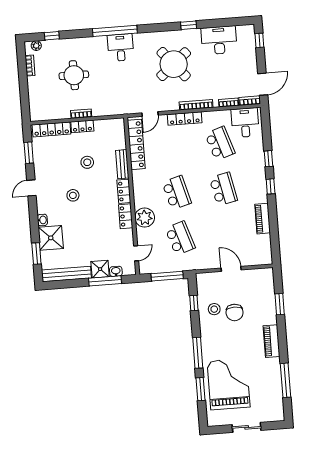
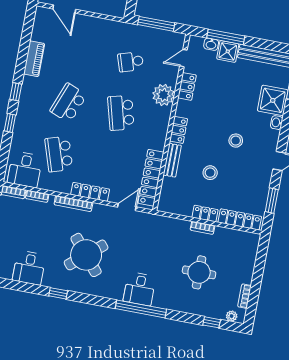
desk: (219, 40) -> (29, 268), width x0.73
school desk: (223, 189) -> (68, 103), turned 33
locker: (126, 216) -> (187, 86), moved
school desk: (180, 238) -> (131, 62), width x0.54
door: (231, 269) -> (64, 9), moved

